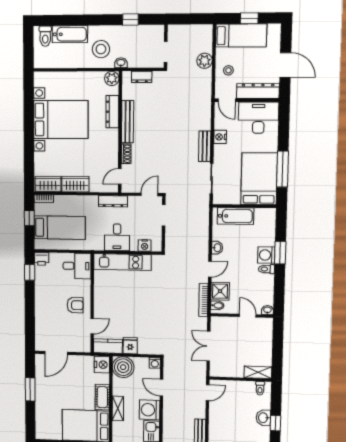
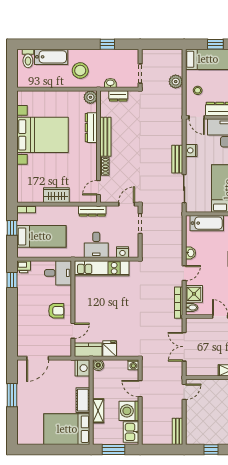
washbasin: (121, 63) -> (110, 83), moved
wardrobe: (48, 184) -> (30, 195), removed
boiler: (123, 367) -> (98, 365), width x0.54, depth x0.54

